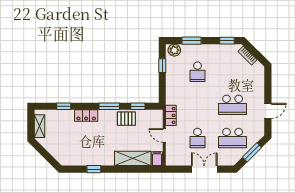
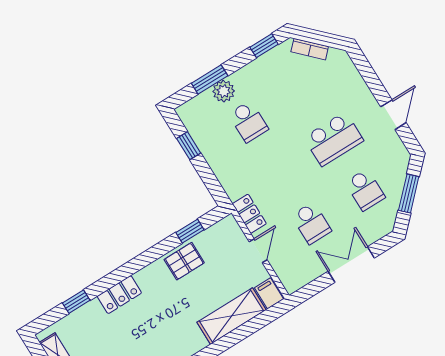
plant: (174, 50) -> (224, 91), moved
window: (109, 106) -> (146, 258), removed
door: (164, 135) -> (258, 251), swing flipped
school desk: (233, 138) -> (365, 190), width x0.54

